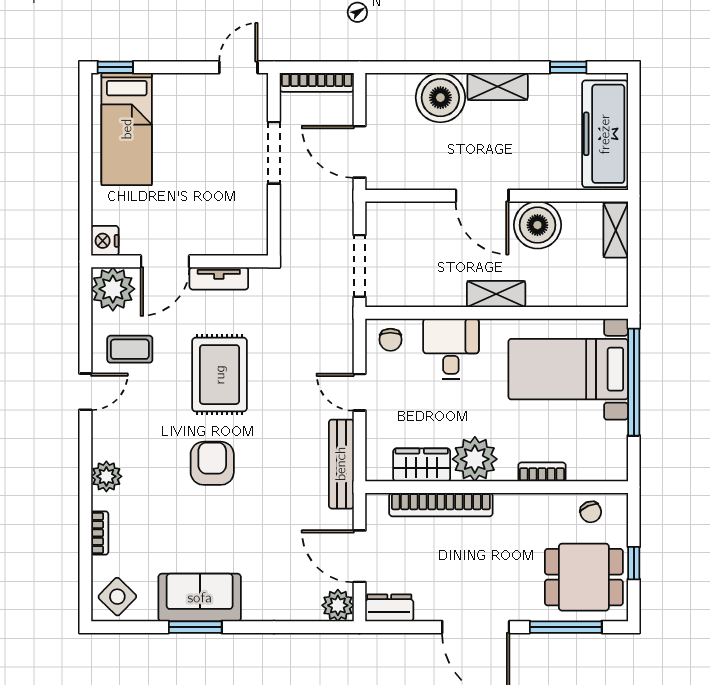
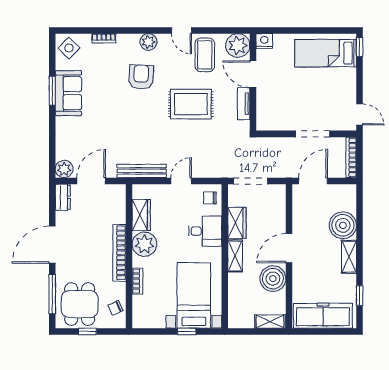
wardrobe: (436, 291) -> (237, 223), added
coffee table: (130, 349) -> (205, 55), width x1.36, depth x1.30
window: (634, 382) -> (187, 331), width x0.32
armchair: (212, 463) -> (141, 77), moved, turned -87
plant: (106, 476) -> (148, 42), moved
bookcase: (441, 505) -> (119, 253), moved

